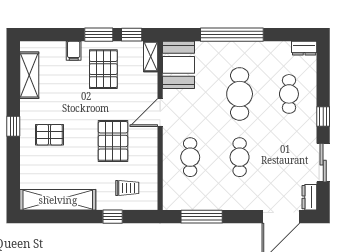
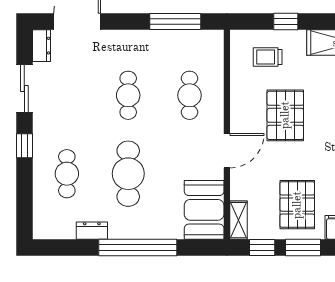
dresser: (304, 48) -> (92, 231), moved

